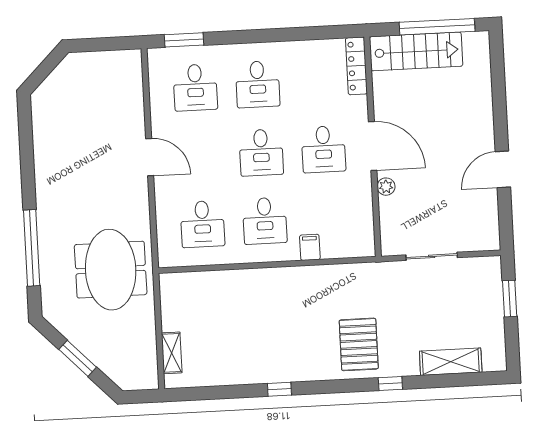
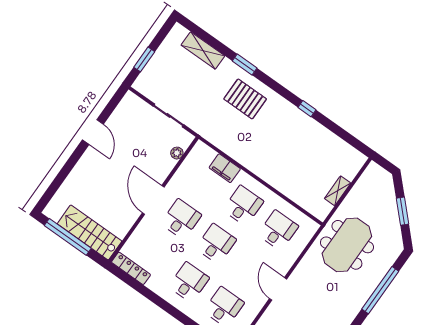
locker: (356, 66) -> (131, 268), moved, turned -90
door: (503, 169) -> (93, 132), hinge flipped
plant: (386, 187) -> (177, 153), moved
filing cabinet: (310, 247) -> (225, 168), width x2.00
pallet: (359, 344) -> (245, 99), turned 90
shelving: (172, 353) -> (338, 191), moved
window: (390, 383) -> (245, 64), width x1.50

